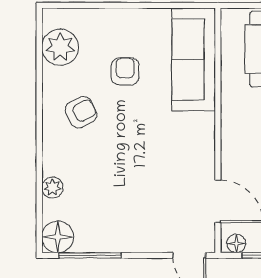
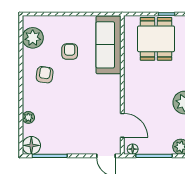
armchair: (81, 112) -> (45, 75), turned -56

